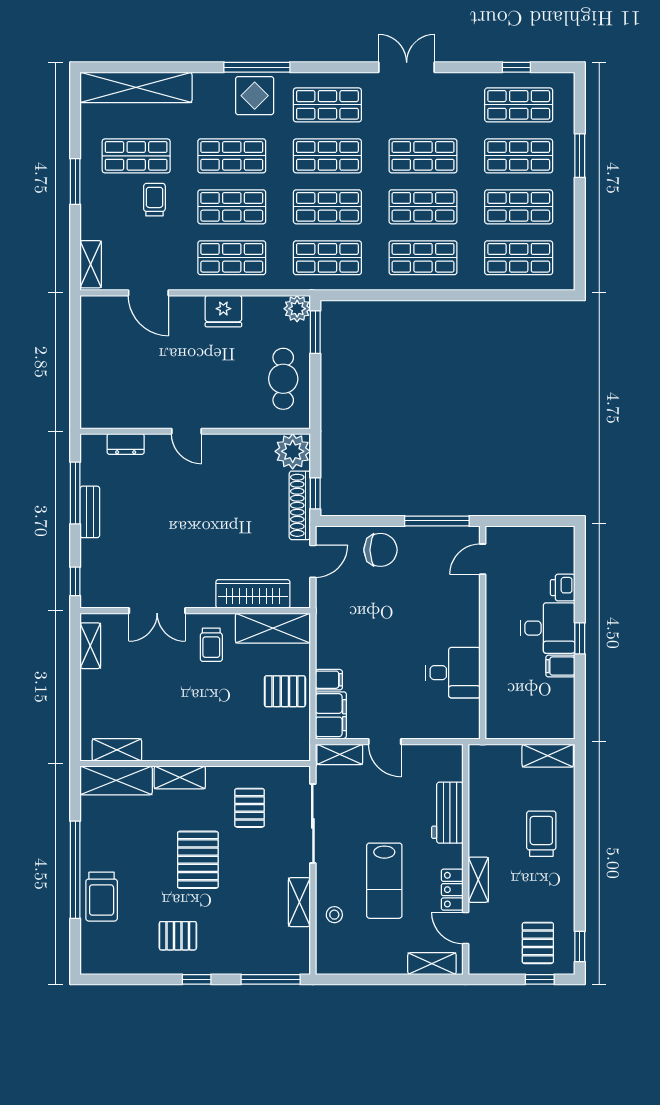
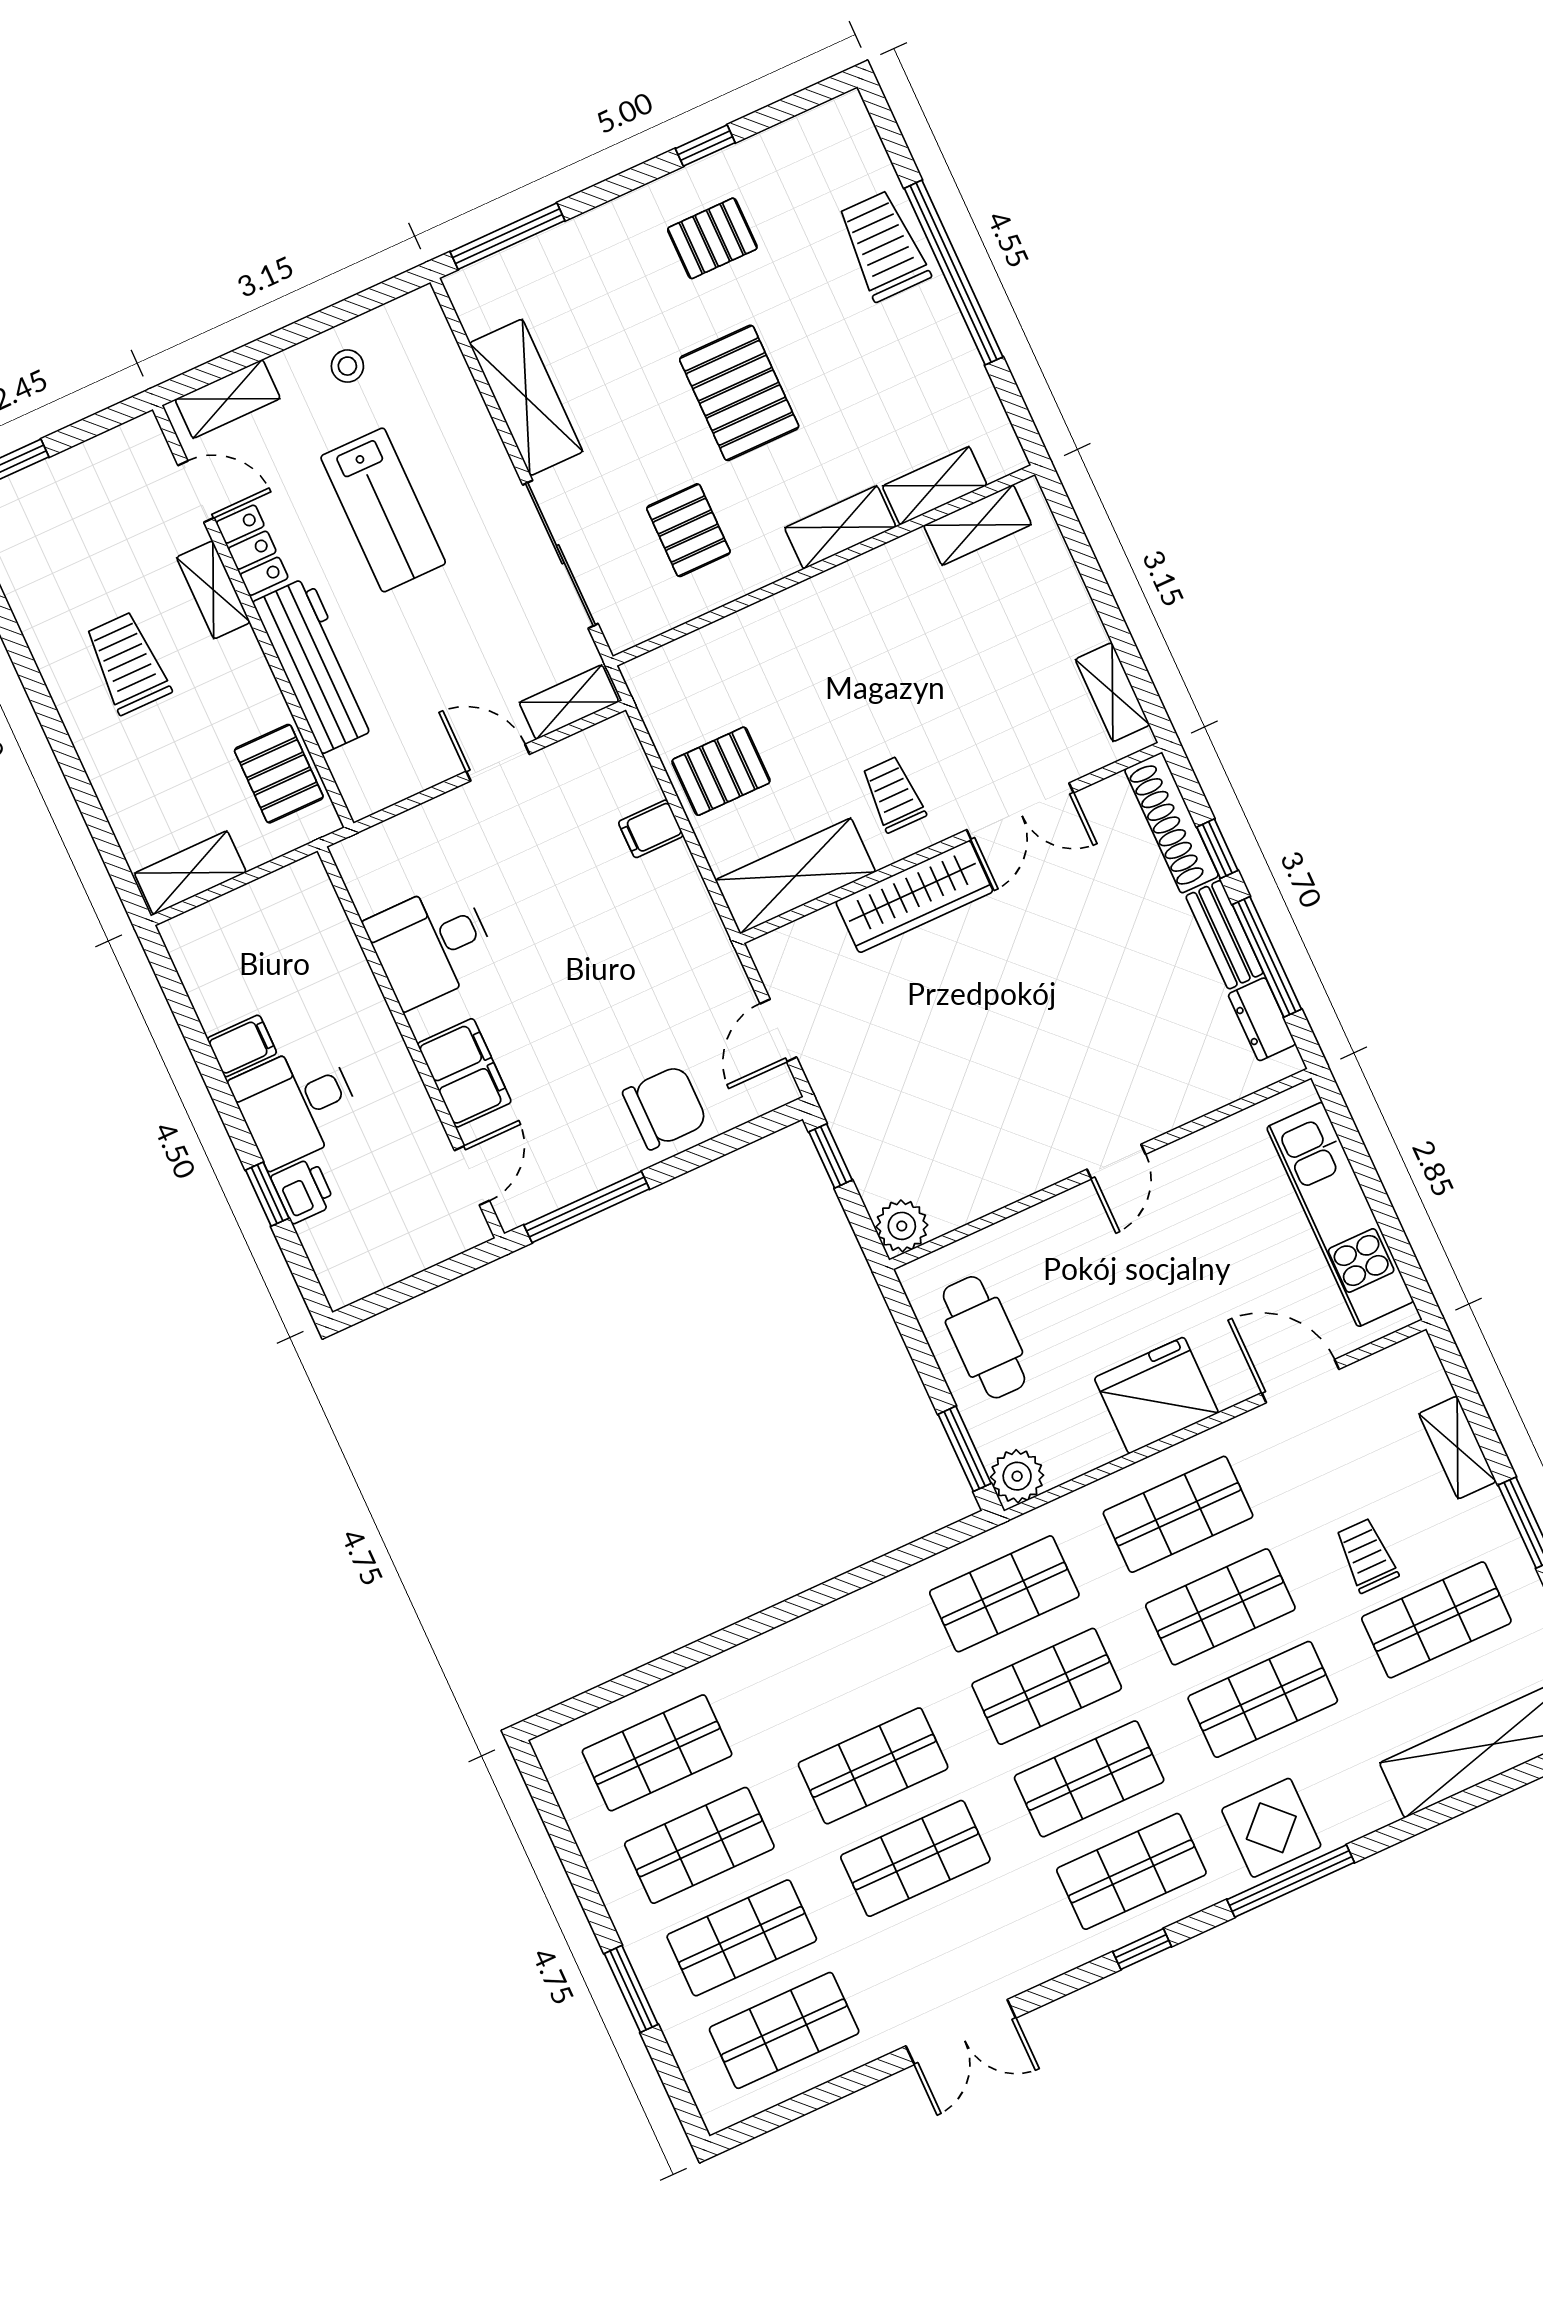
double door: (407, 67) -> (961, 2032), moved
window: (516, 67) -> (1142, 1949), moved
trolley: (154, 200) -> (1367, 1555), turned 180
shop shelf: (423, 258) -> (831, 1673), removed
shelving: (91, 264) -> (1457, 1448), moved
fridge: (223, 311) -> (1156, 1395), width x1.36, depth x1.34
kitchen unit: (96, 360) -> (1340, 1214), added
door: (186, 431) -> (1116, 1162), swing flipped
dresser: (126, 444) -> (1262, 1019), moved, turned -90
plant: (293, 451) -> (902, 1226), width x0.73, depth x0.73
shoe rack: (300, 505) -> (1172, 823), moved, turned 180
chair: (380, 550) -> (665, 1107), turned 180
window: (75, 581) -> (1217, 849), moved
wardrobe: (253, 594) -> (914, 897), moved
double door: (157, 611) -> (1020, 811), swing flipped
window: (580, 638) -> (267, 1194), moved
filing cabinet: (331, 715) -> (464, 1073), moved, turned 180
shelving: (116, 780) -> (935, 486), width x0.67, depth x0.75
workbench: (447, 813) -> (315, 665), width x1.38
trolley: (541, 834) -> (128, 663), moved, turned 180
lab bench: (384, 881) -> (383, 510), turned 180
shelving: (299, 902) -> (526, 397), width x1.50, depth x1.33
stool: (334, 915) -> (347, 366), moved
pallet: (538, 943) -> (279, 774), moved
window: (197, 979) -> (705, 146), moved

